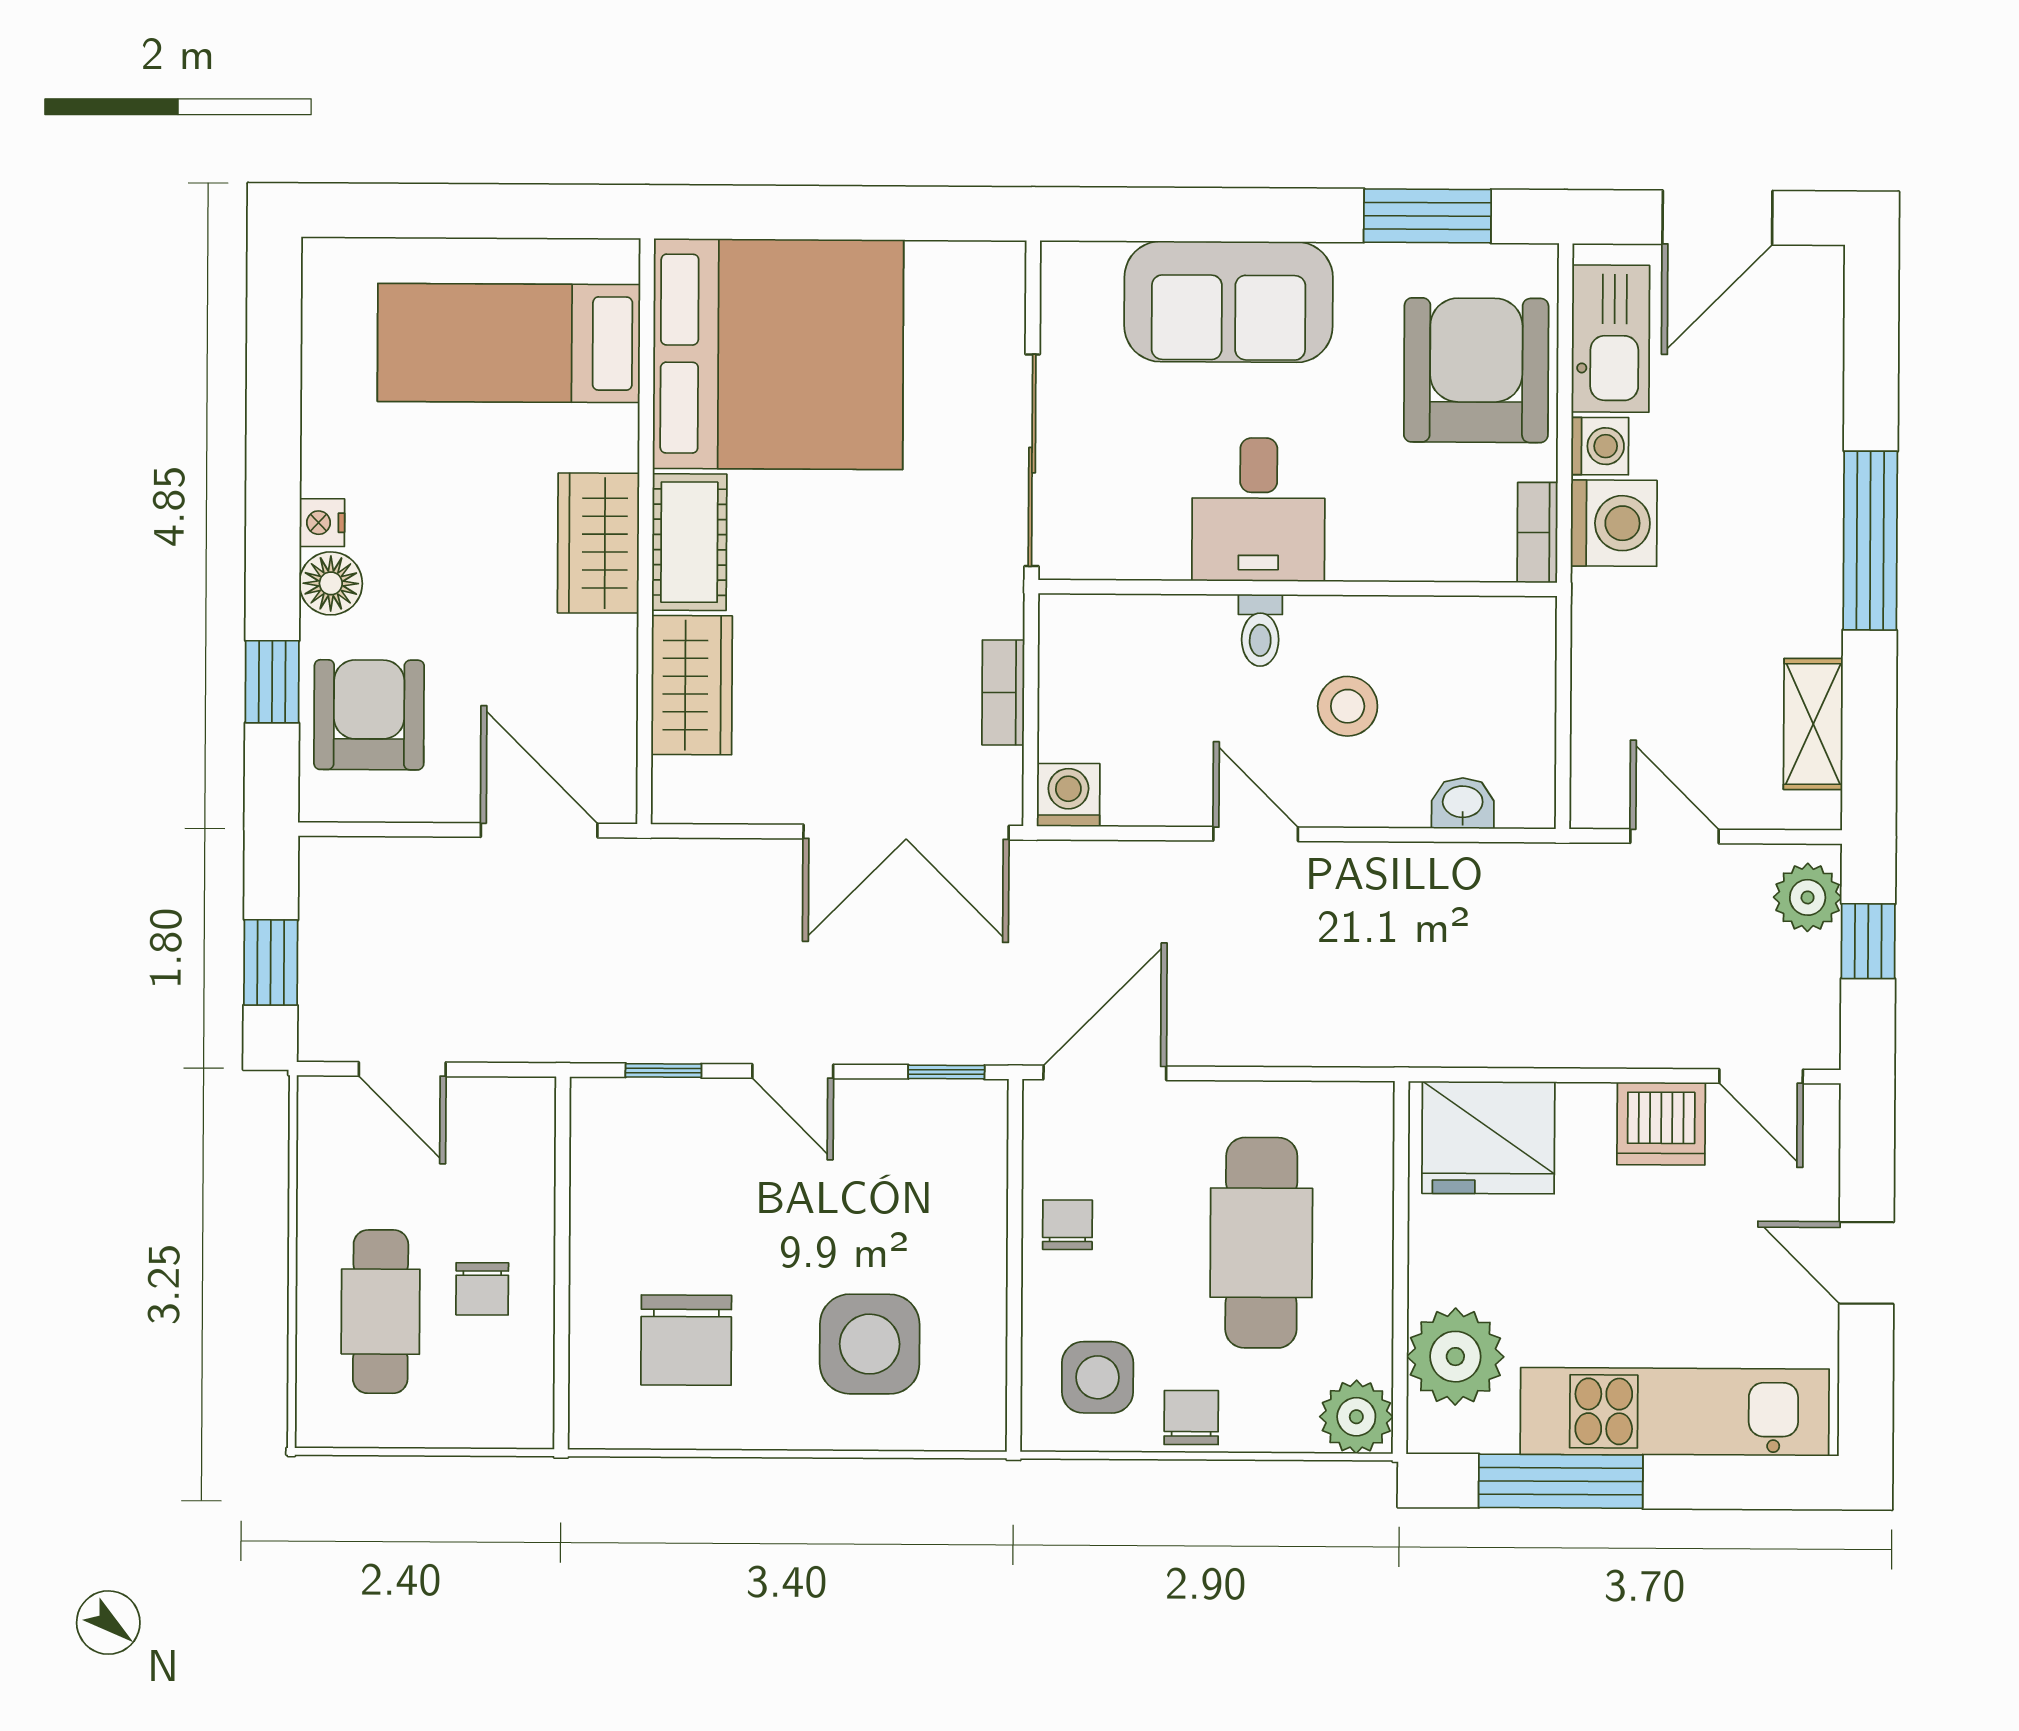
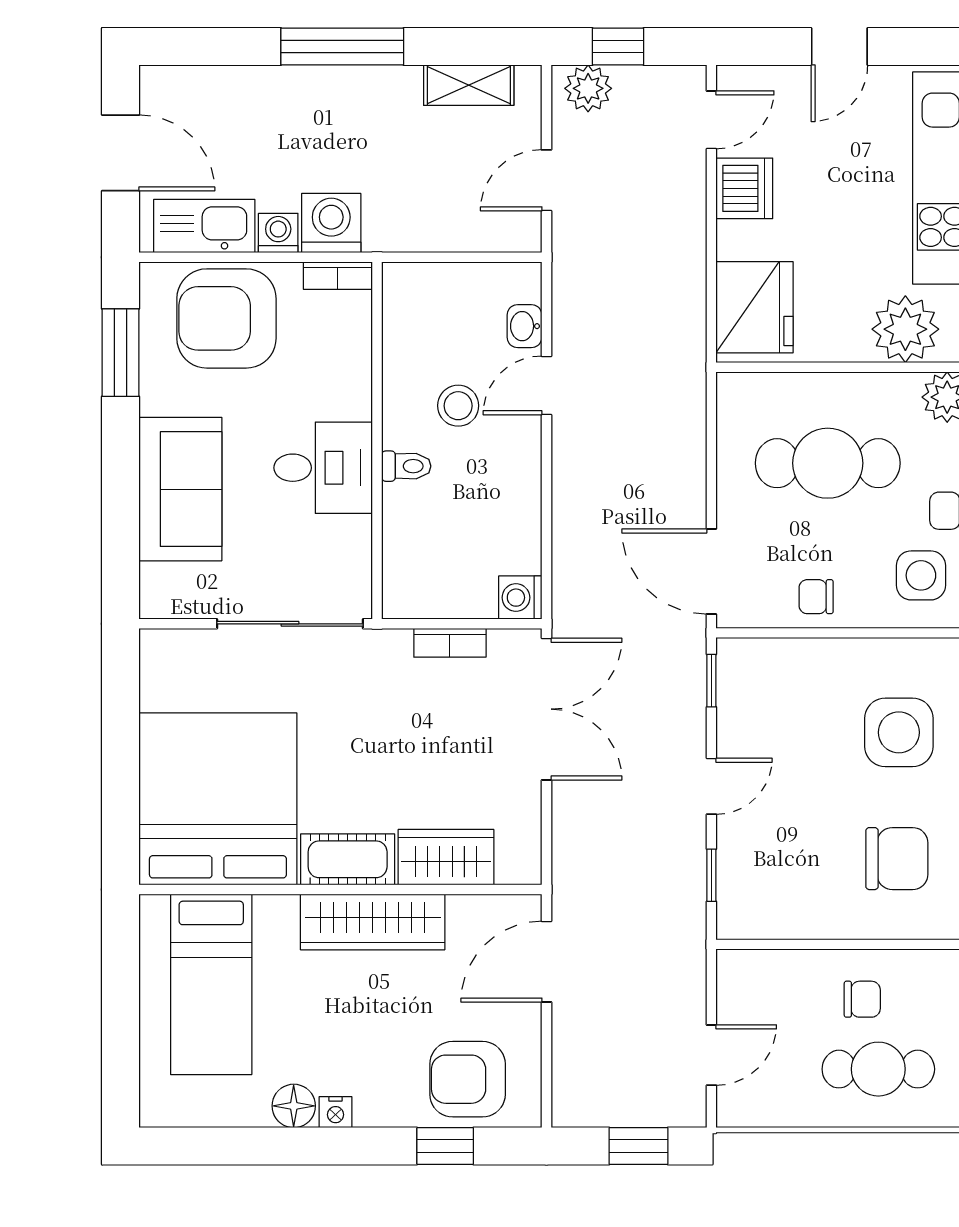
wardrobe: (598, 543) -> (373, 922), width x1.50
floor lamp: (331, 583) -> (294, 1106), moved
door: (1256, 834) -> (546, 385), moved

